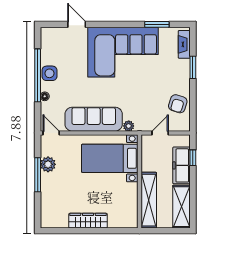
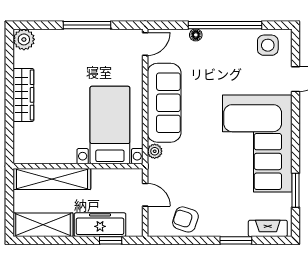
side table: (49, 73) -> (268, 45), moved
plant: (48, 164) -> (24, 39), moved

